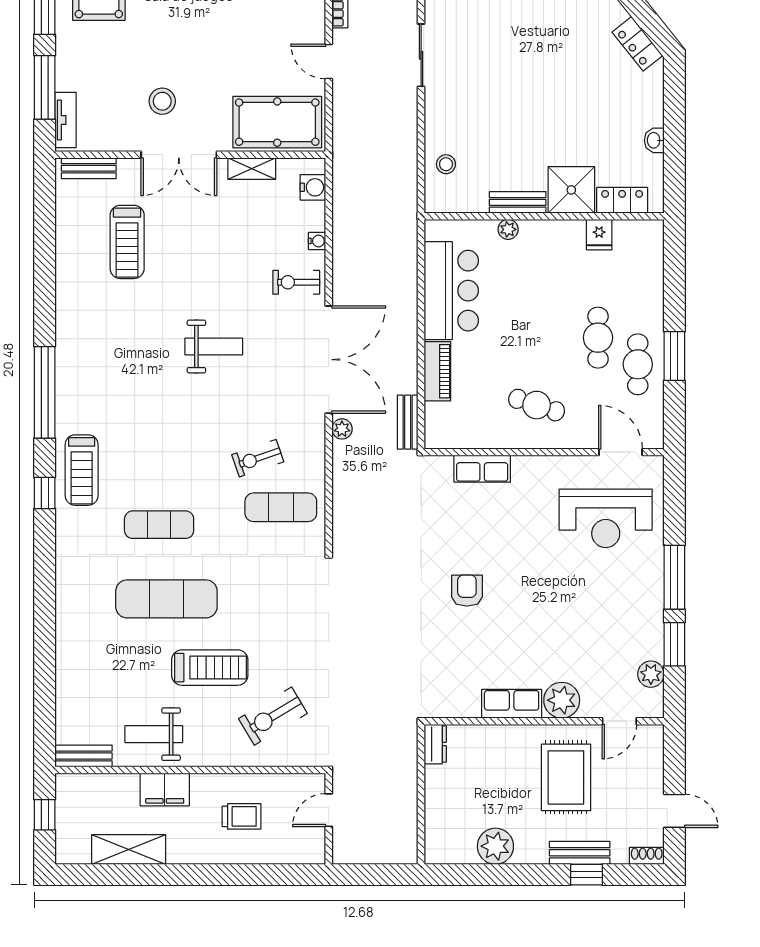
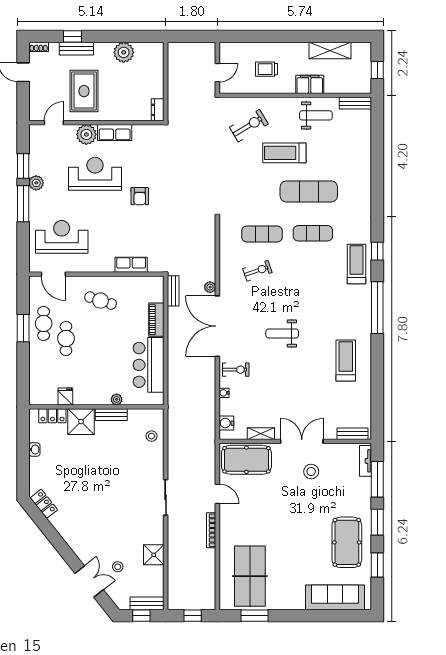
treadmill: (127, 242) -> (346, 361), moved
exercise mat: (281, 507) -> (262, 234), moved
reception desk: (546, 630) -> (95, 174), added
plant: (651, 674) -> (36, 183), moved

